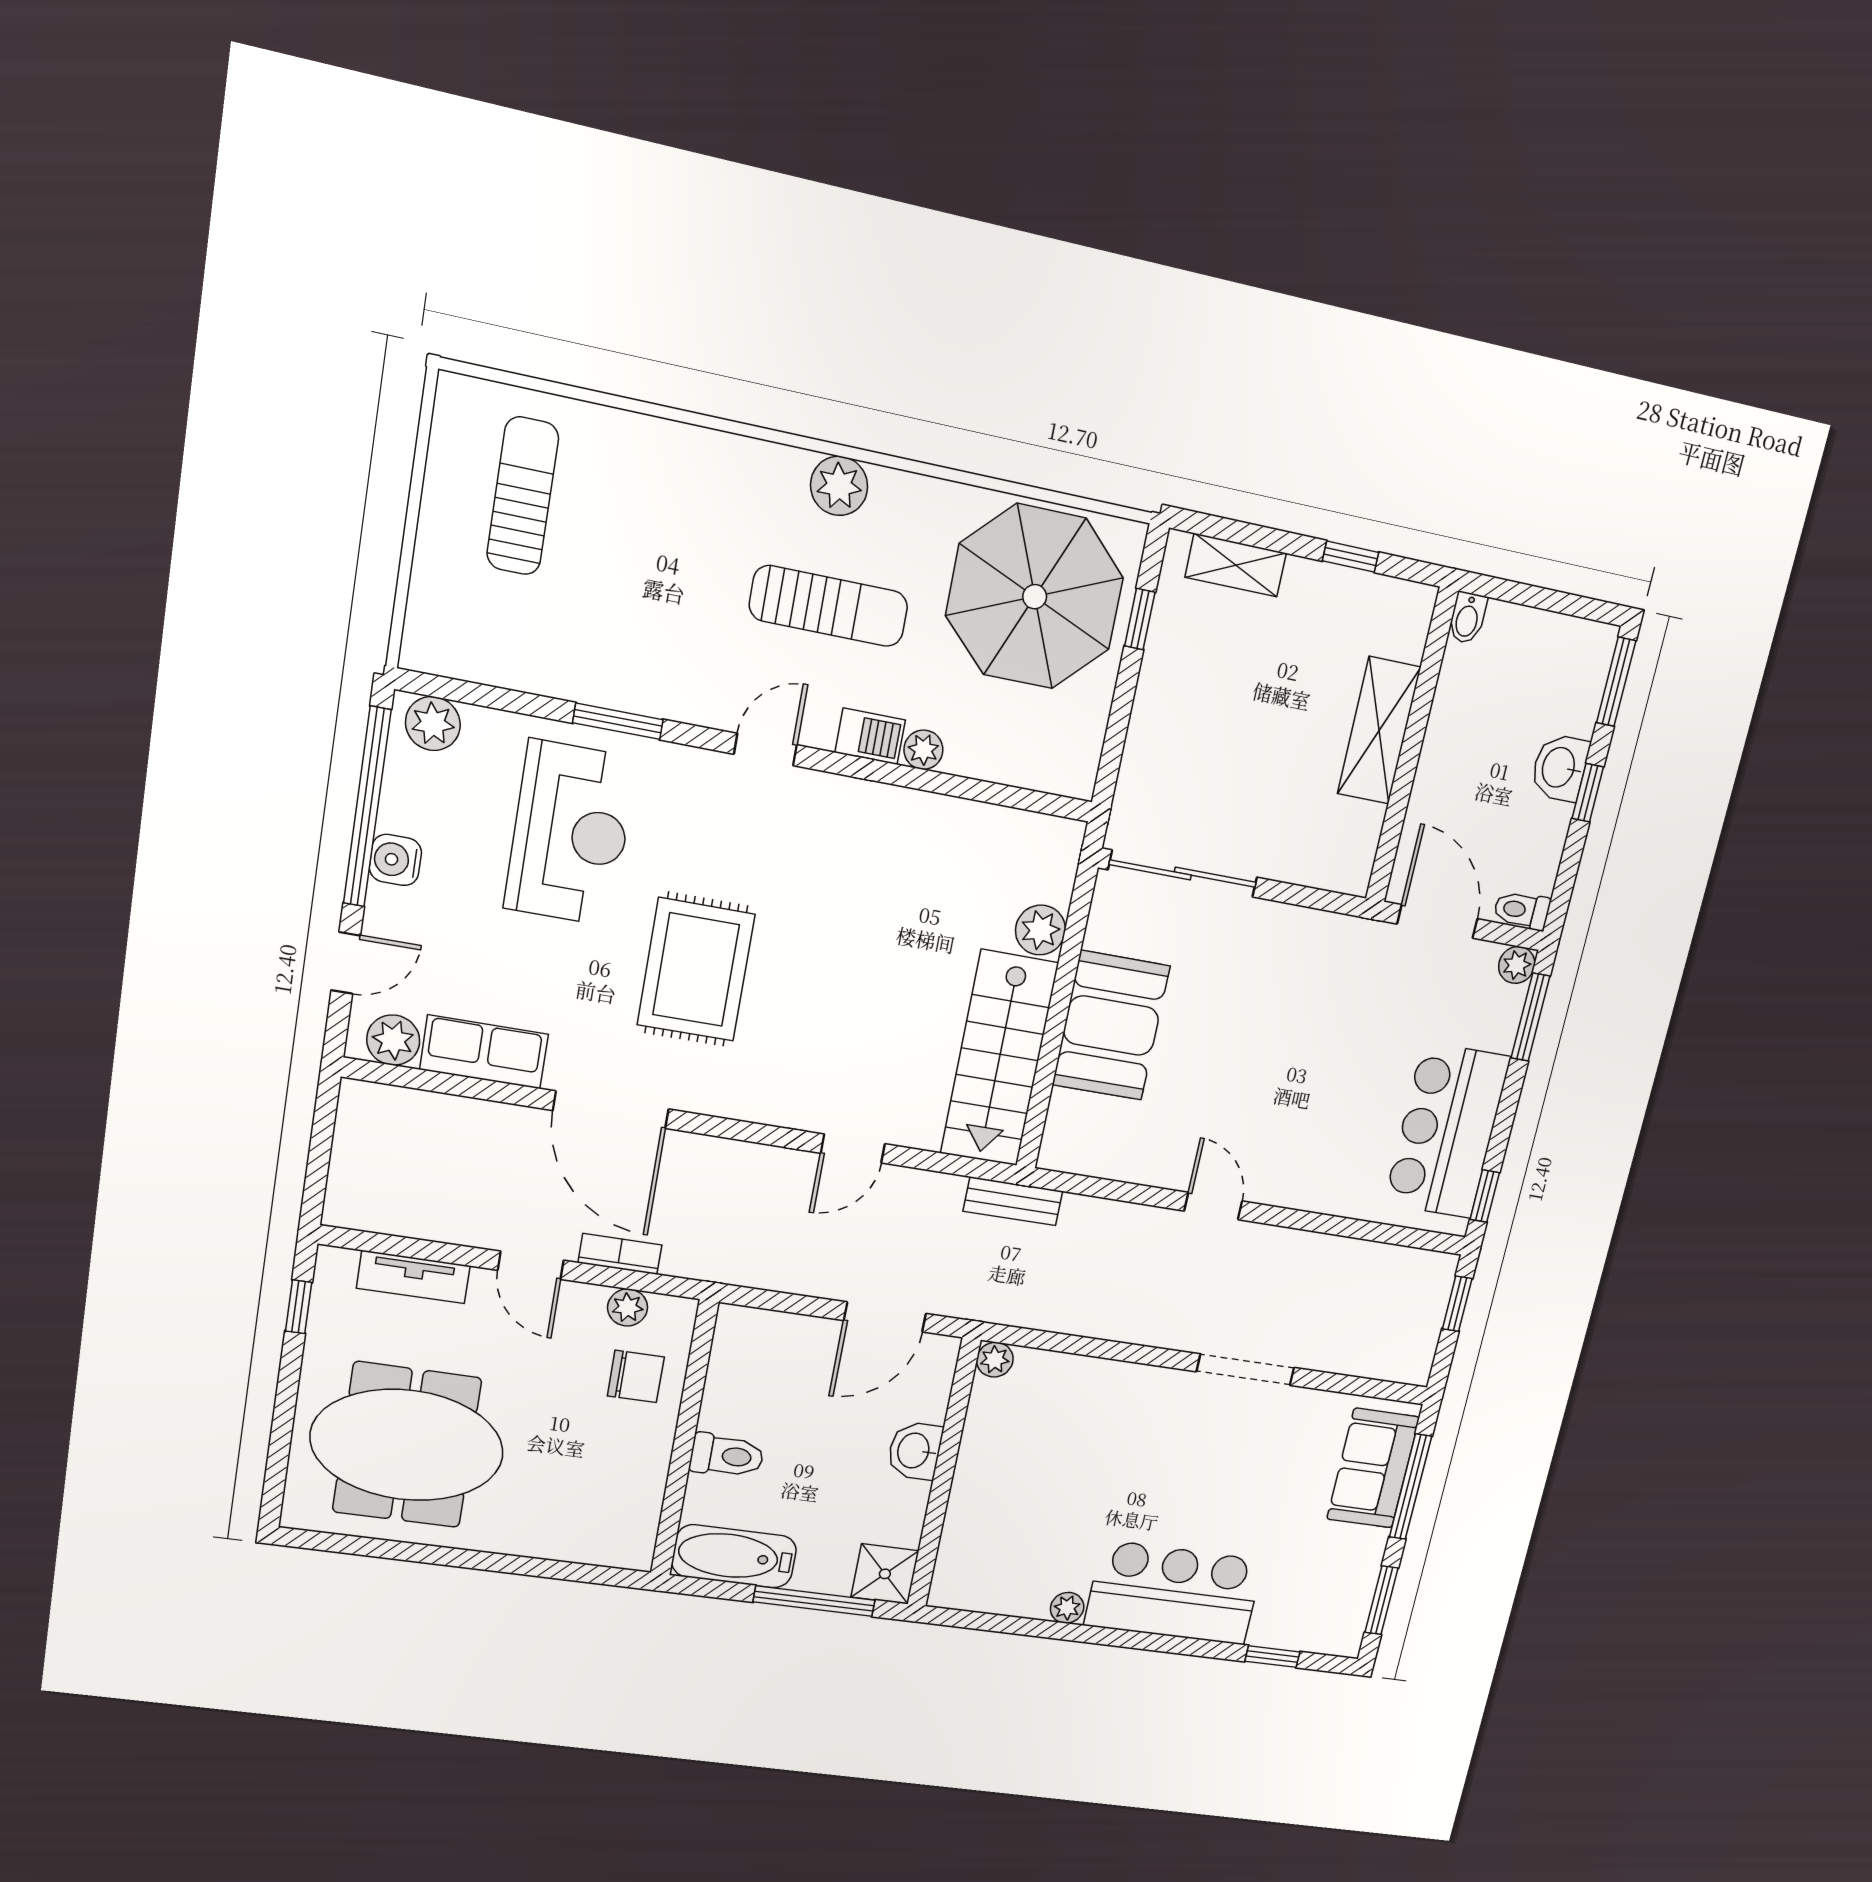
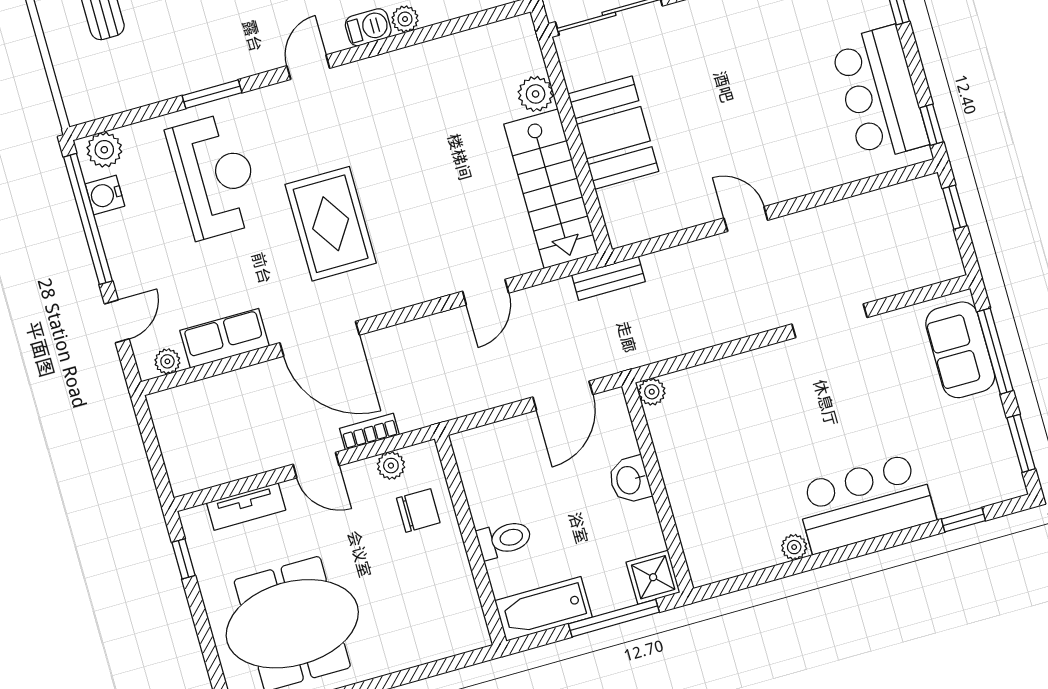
water cooler: (395, 860) -> (105, 195), moved
plant: (393, 1040) -> (167, 361), width x0.73, depth x0.73

